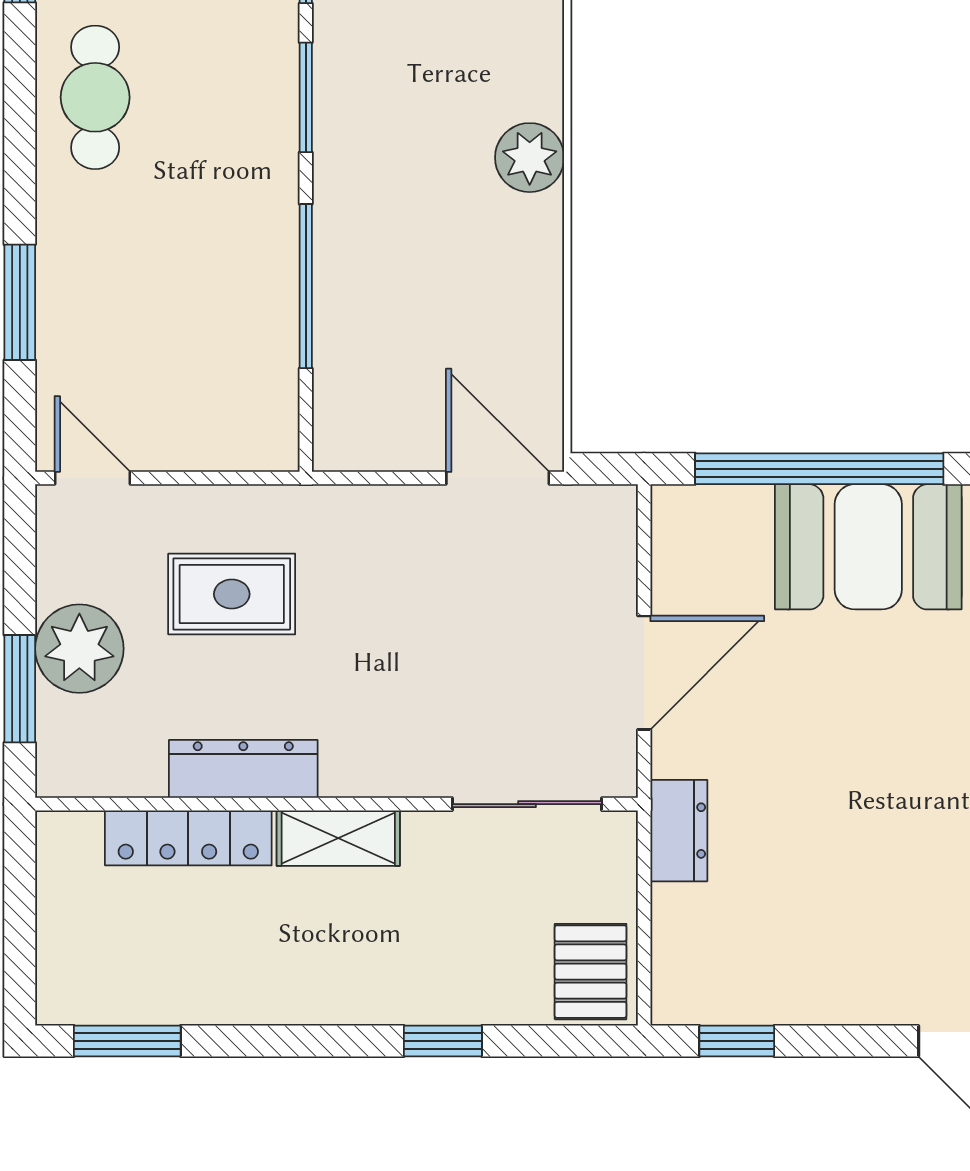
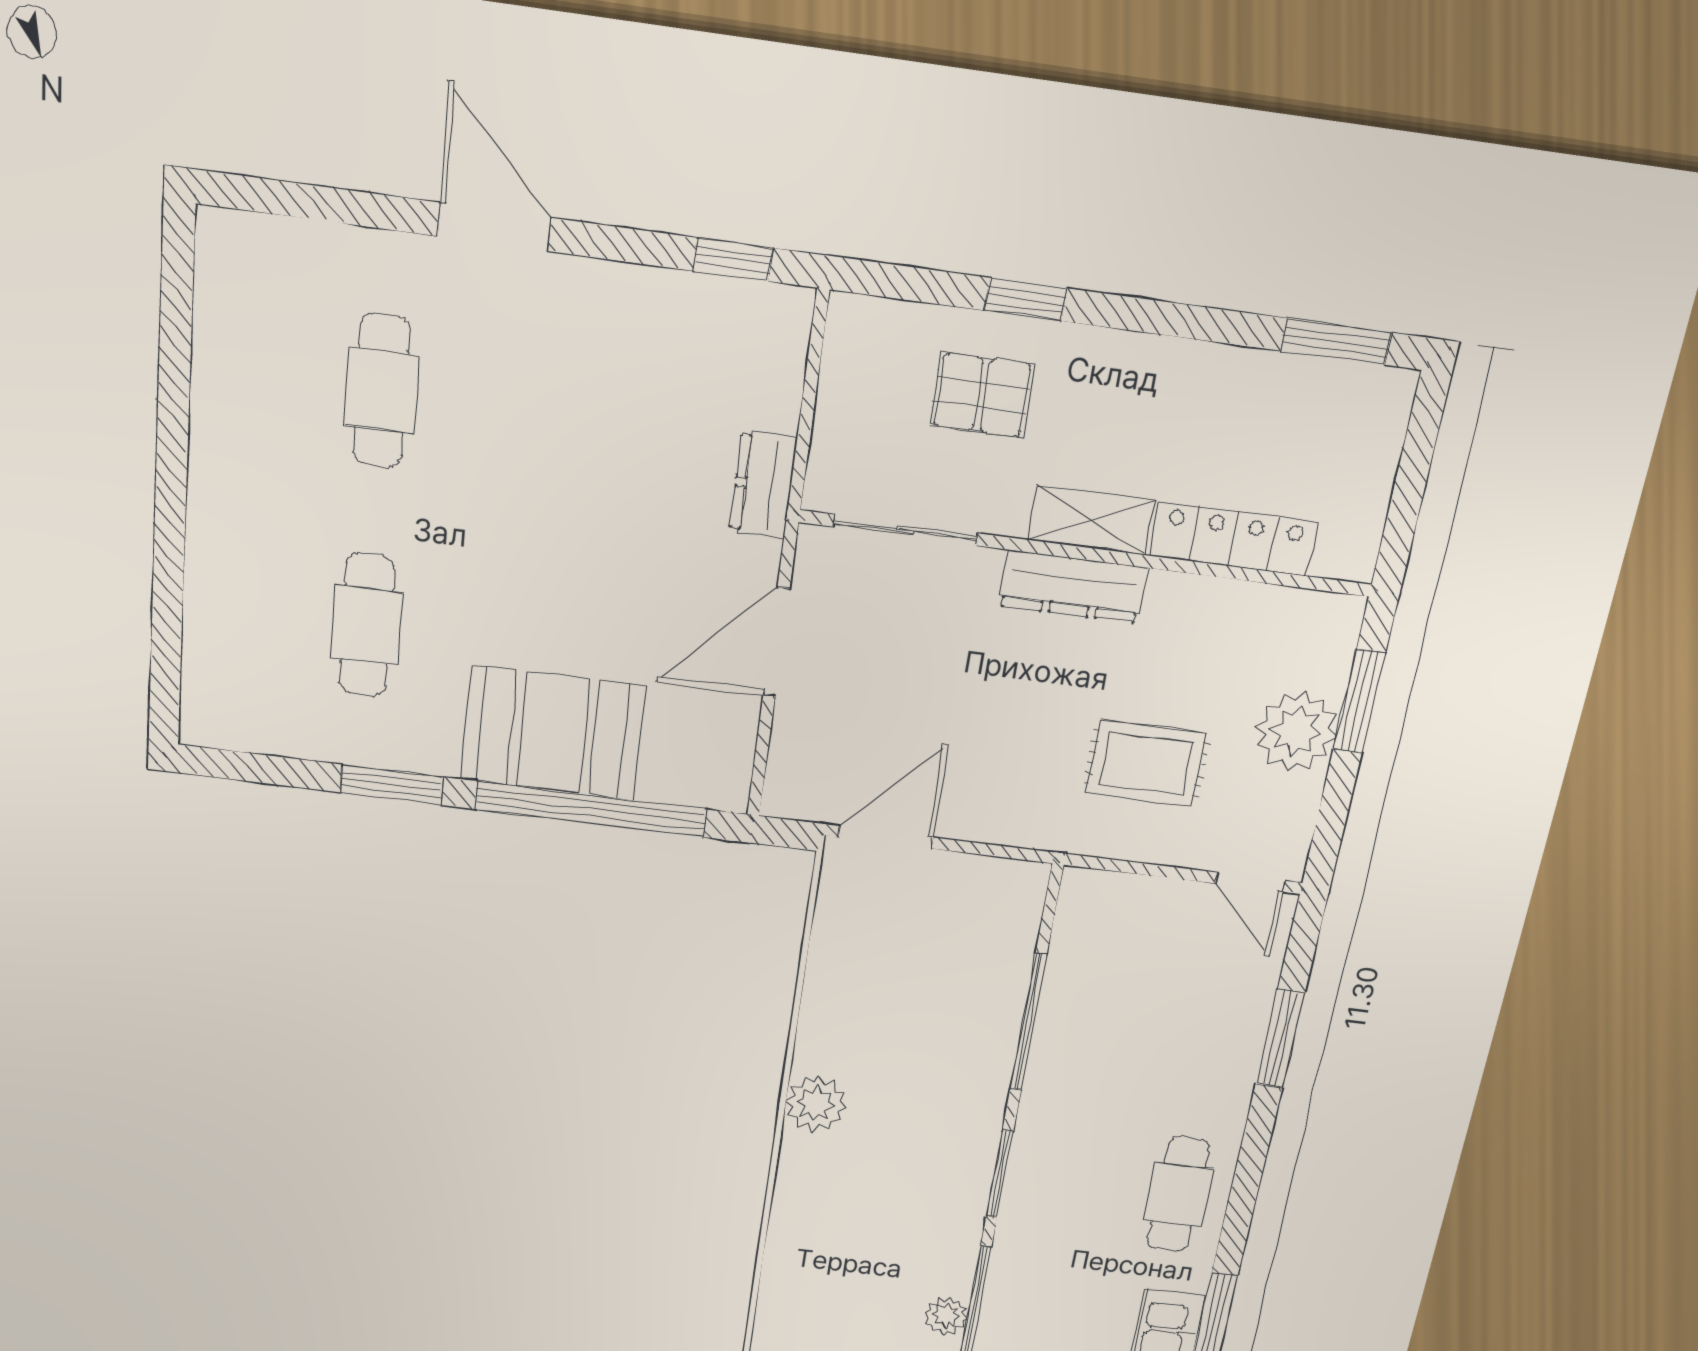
door: (498, 478) -> (886, 837), swing flipped
dresser: (243, 769) -> (1073, 587), moved
pallet: (591, 972) -> (982, 395), moved, turned 90

